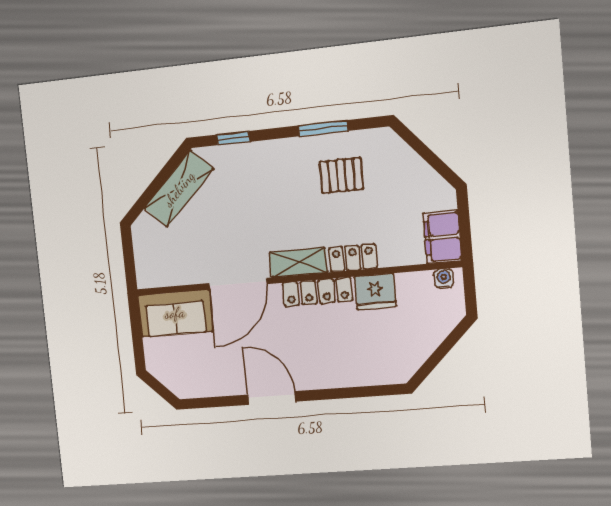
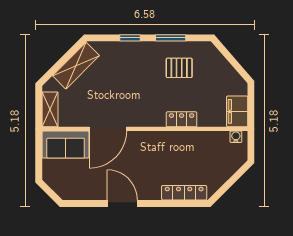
window: (233, 138) -> (130, 38), moved
shelving: (298, 262) -> (50, 109), moved, turned 90
locker: (317, 292) -> (184, 193), moved, turned 180
fridge: (375, 292) -> (194, 141), removed

